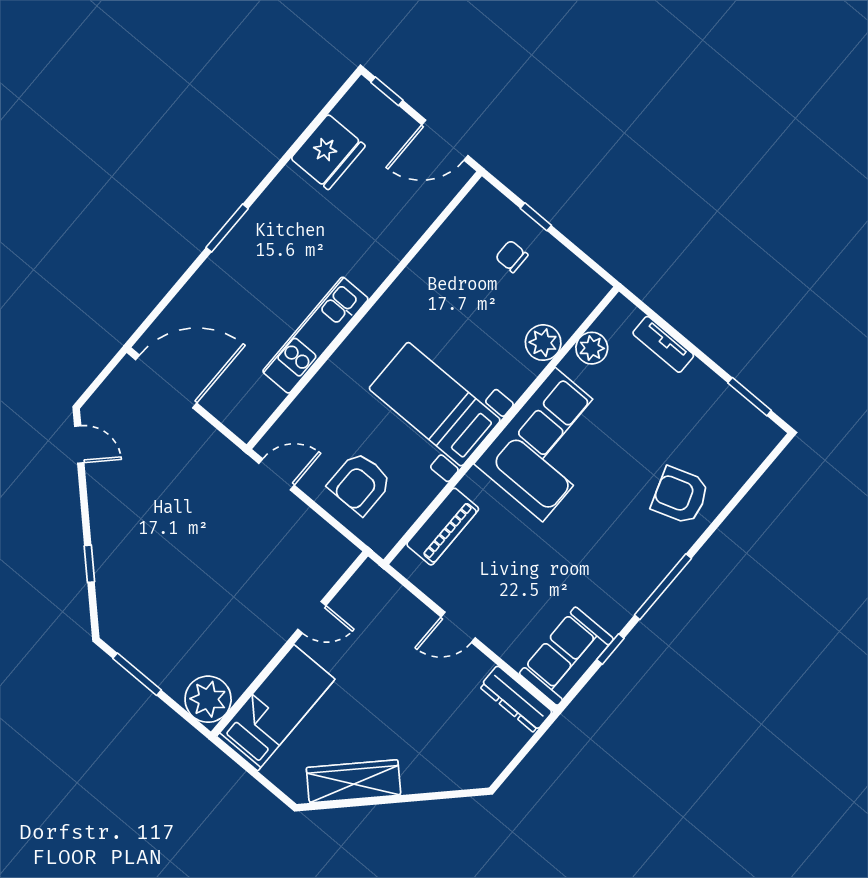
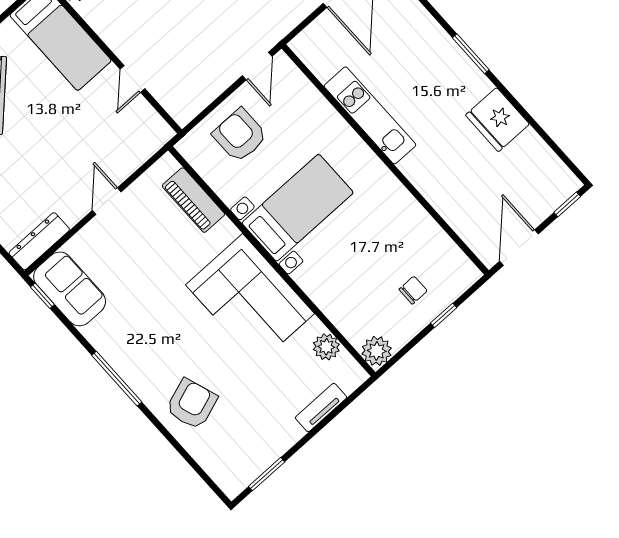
fridge: (328, 152) -> (497, 120), moved
plant: (543, 343) -> (377, 351), moved
window: (610, 649) -> (42, 296), moved

